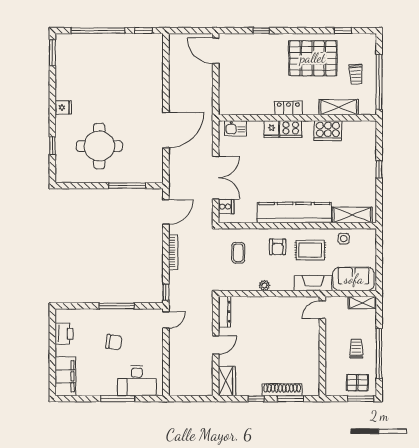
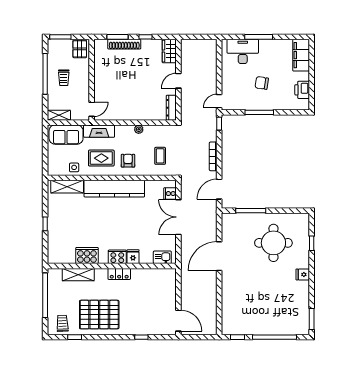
trolley: (356, 74) -> (62, 323), moved
pallet: (357, 383) -> (80, 49), moved, turned 90

